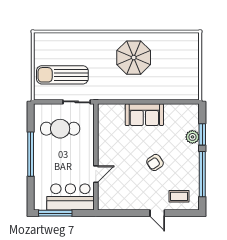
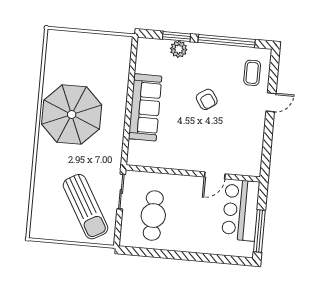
parasol: (134, 58) -> (72, 114), width x1.36, depth x1.36
sun lounger: (62, 75) -> (86, 207), turned -30
sofa: (144, 115) -> (145, 107), width x1.36
window: (31, 154) -> (182, 256), removed
door: (96, 174) -> (215, 175), swing flipped

